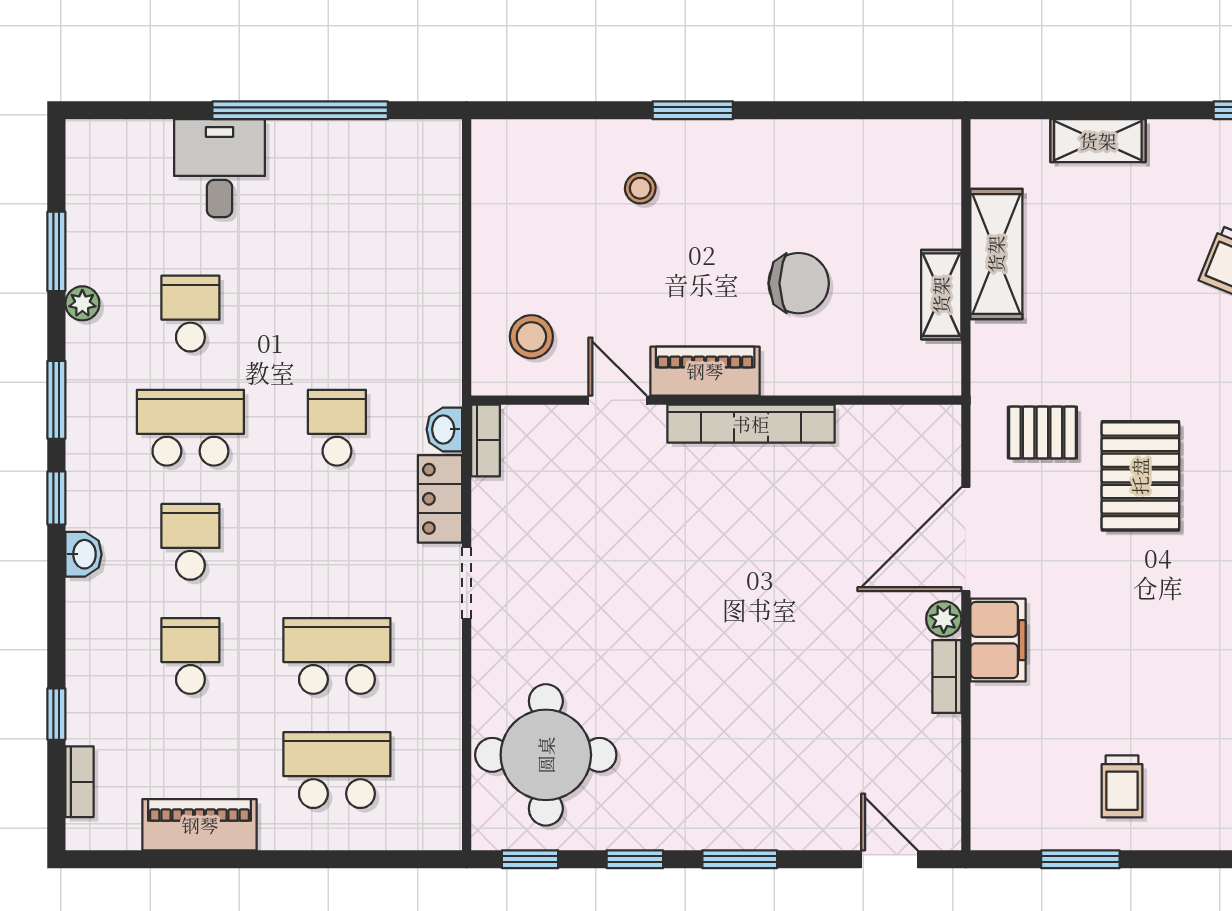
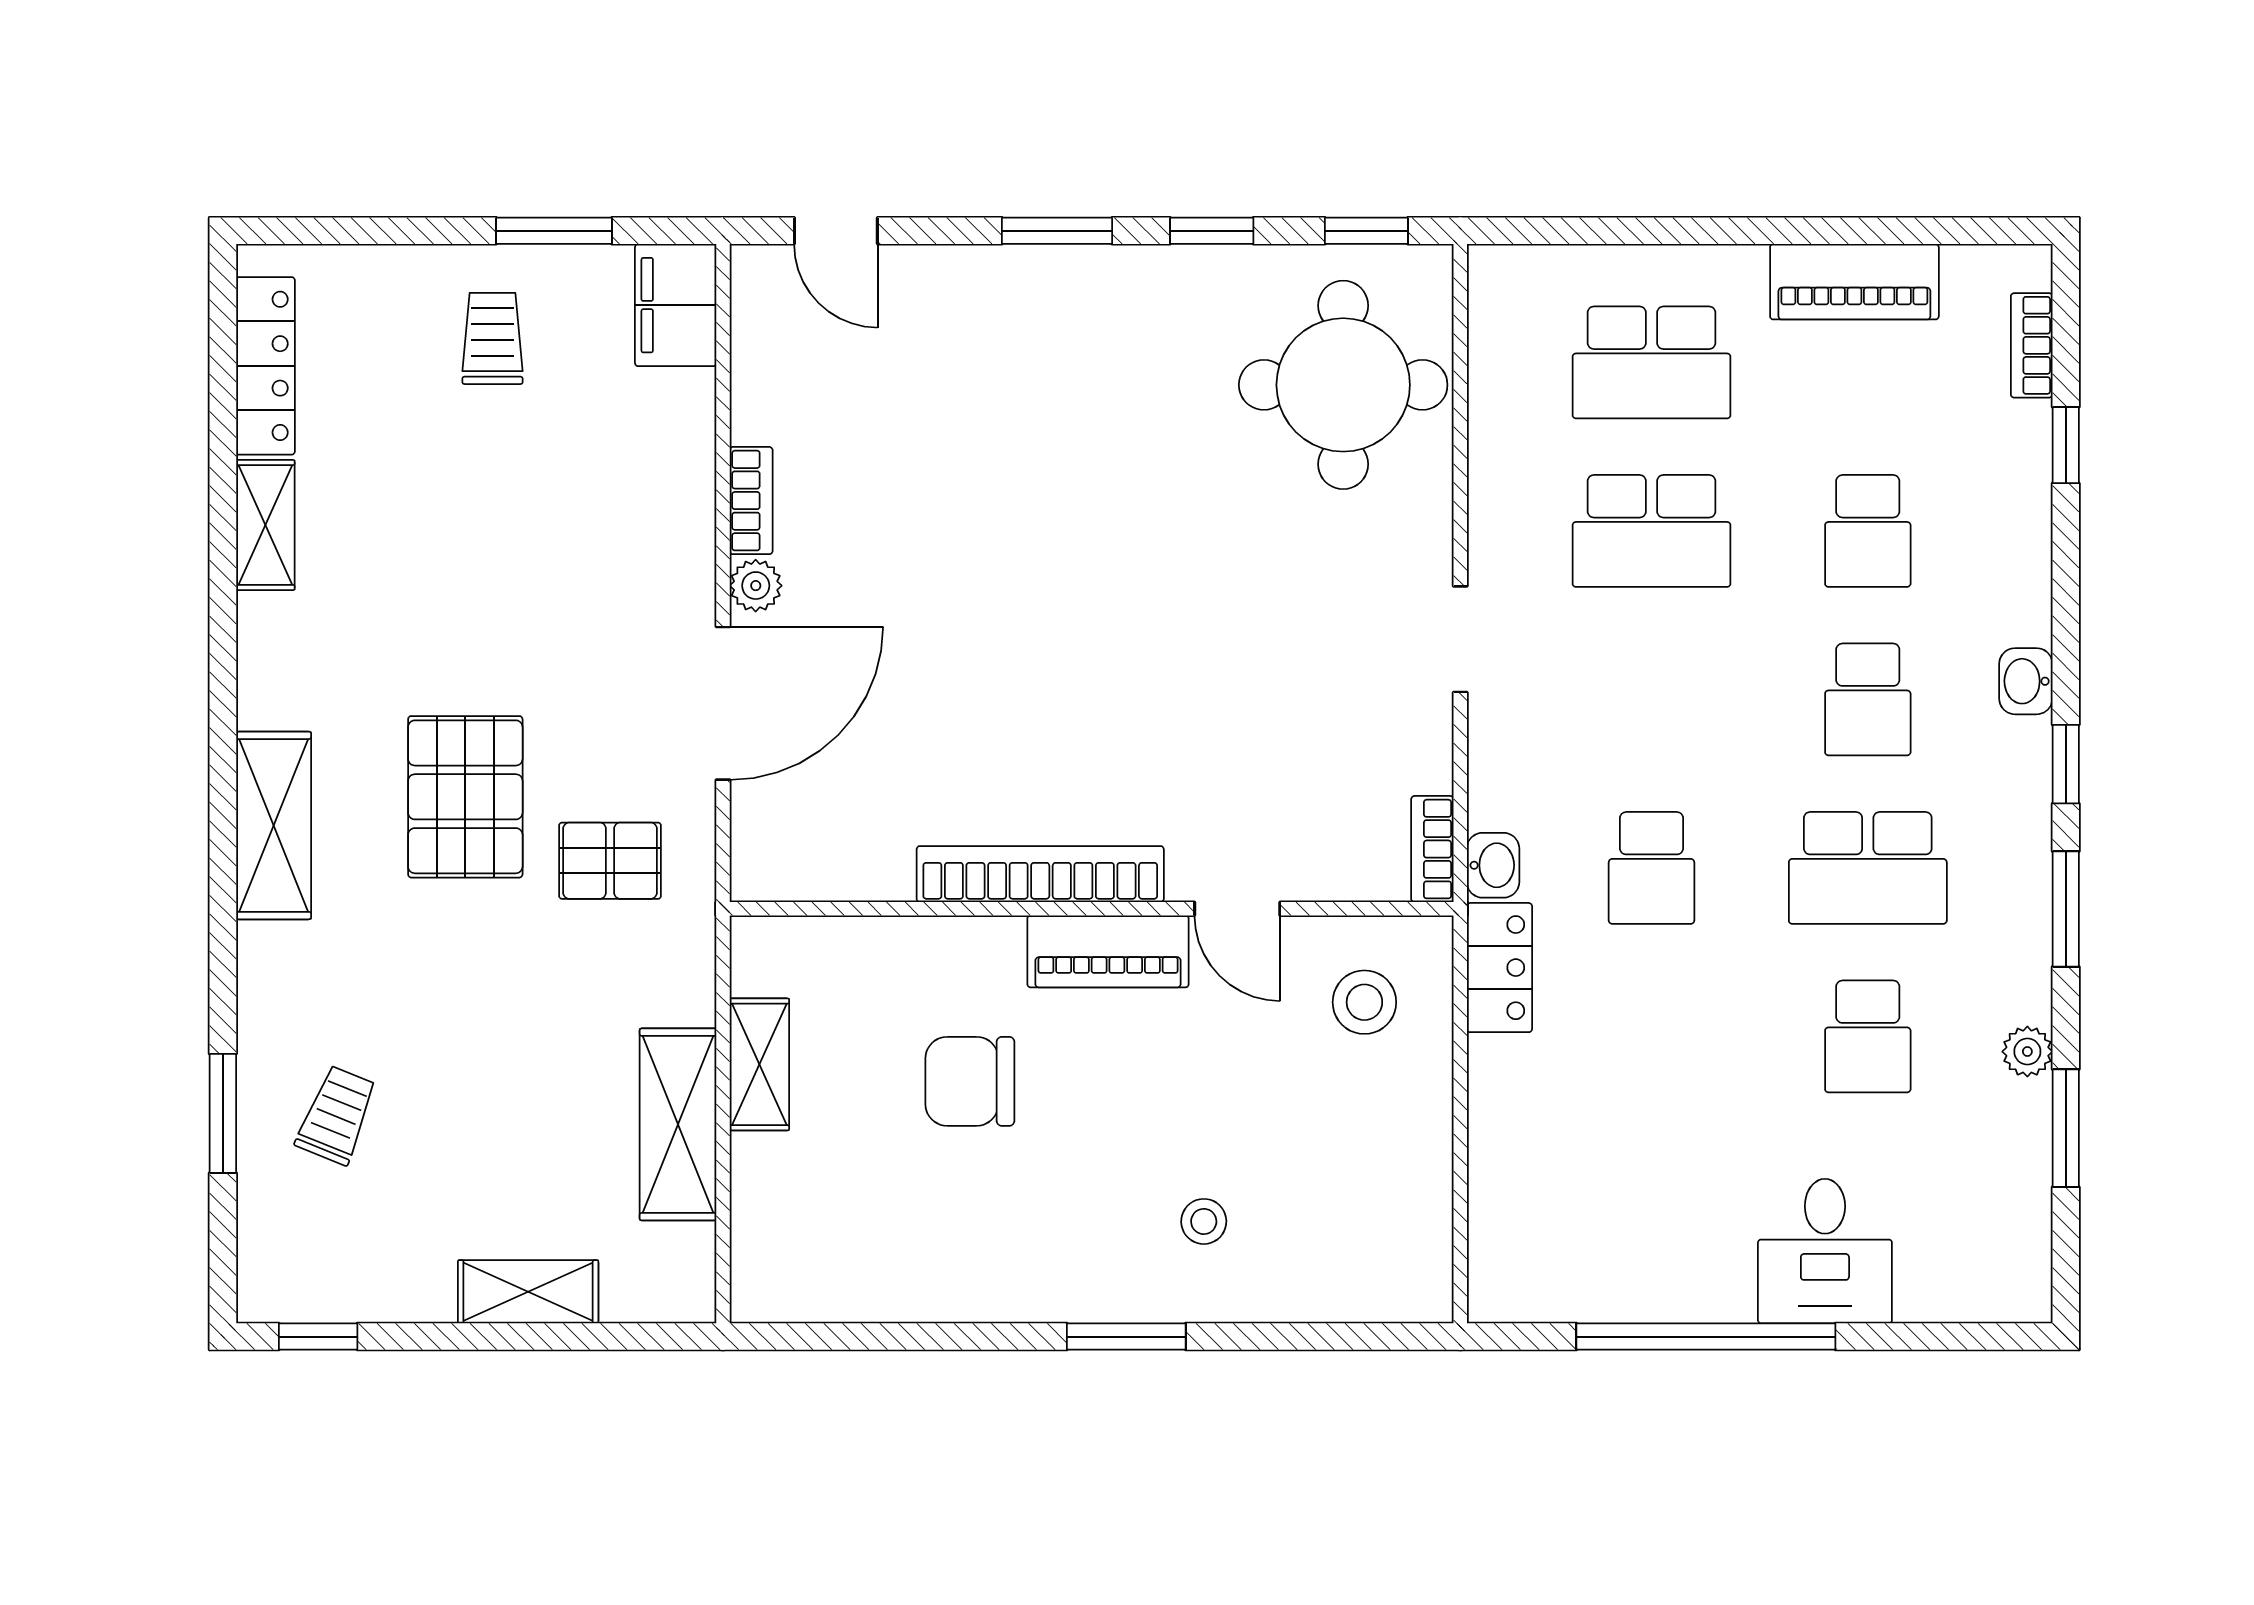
locker: (440, 499) -> (1499, 968), moved
filing cabinet: (998, 640) -> (676, 305), moved

